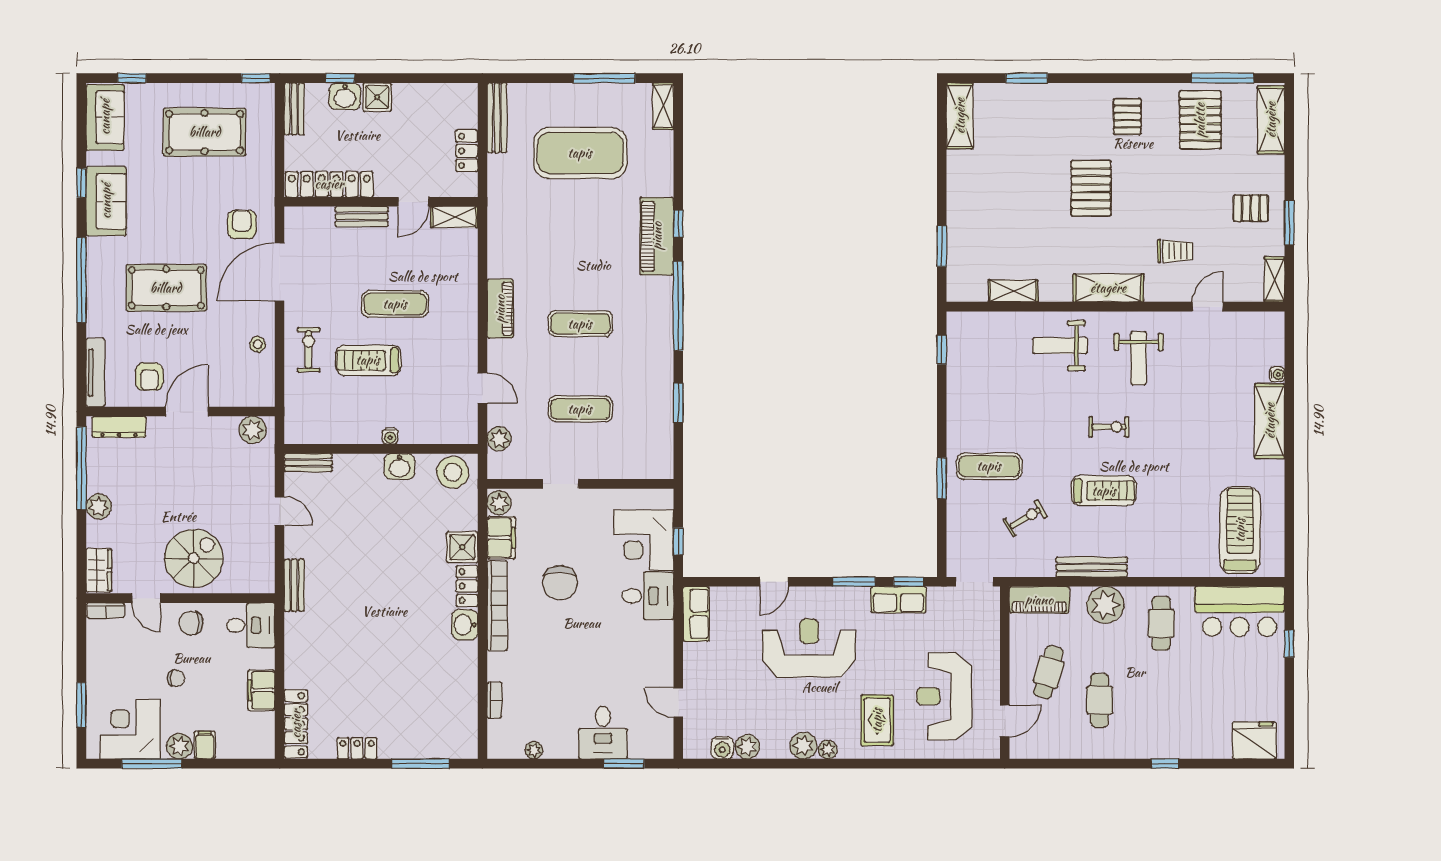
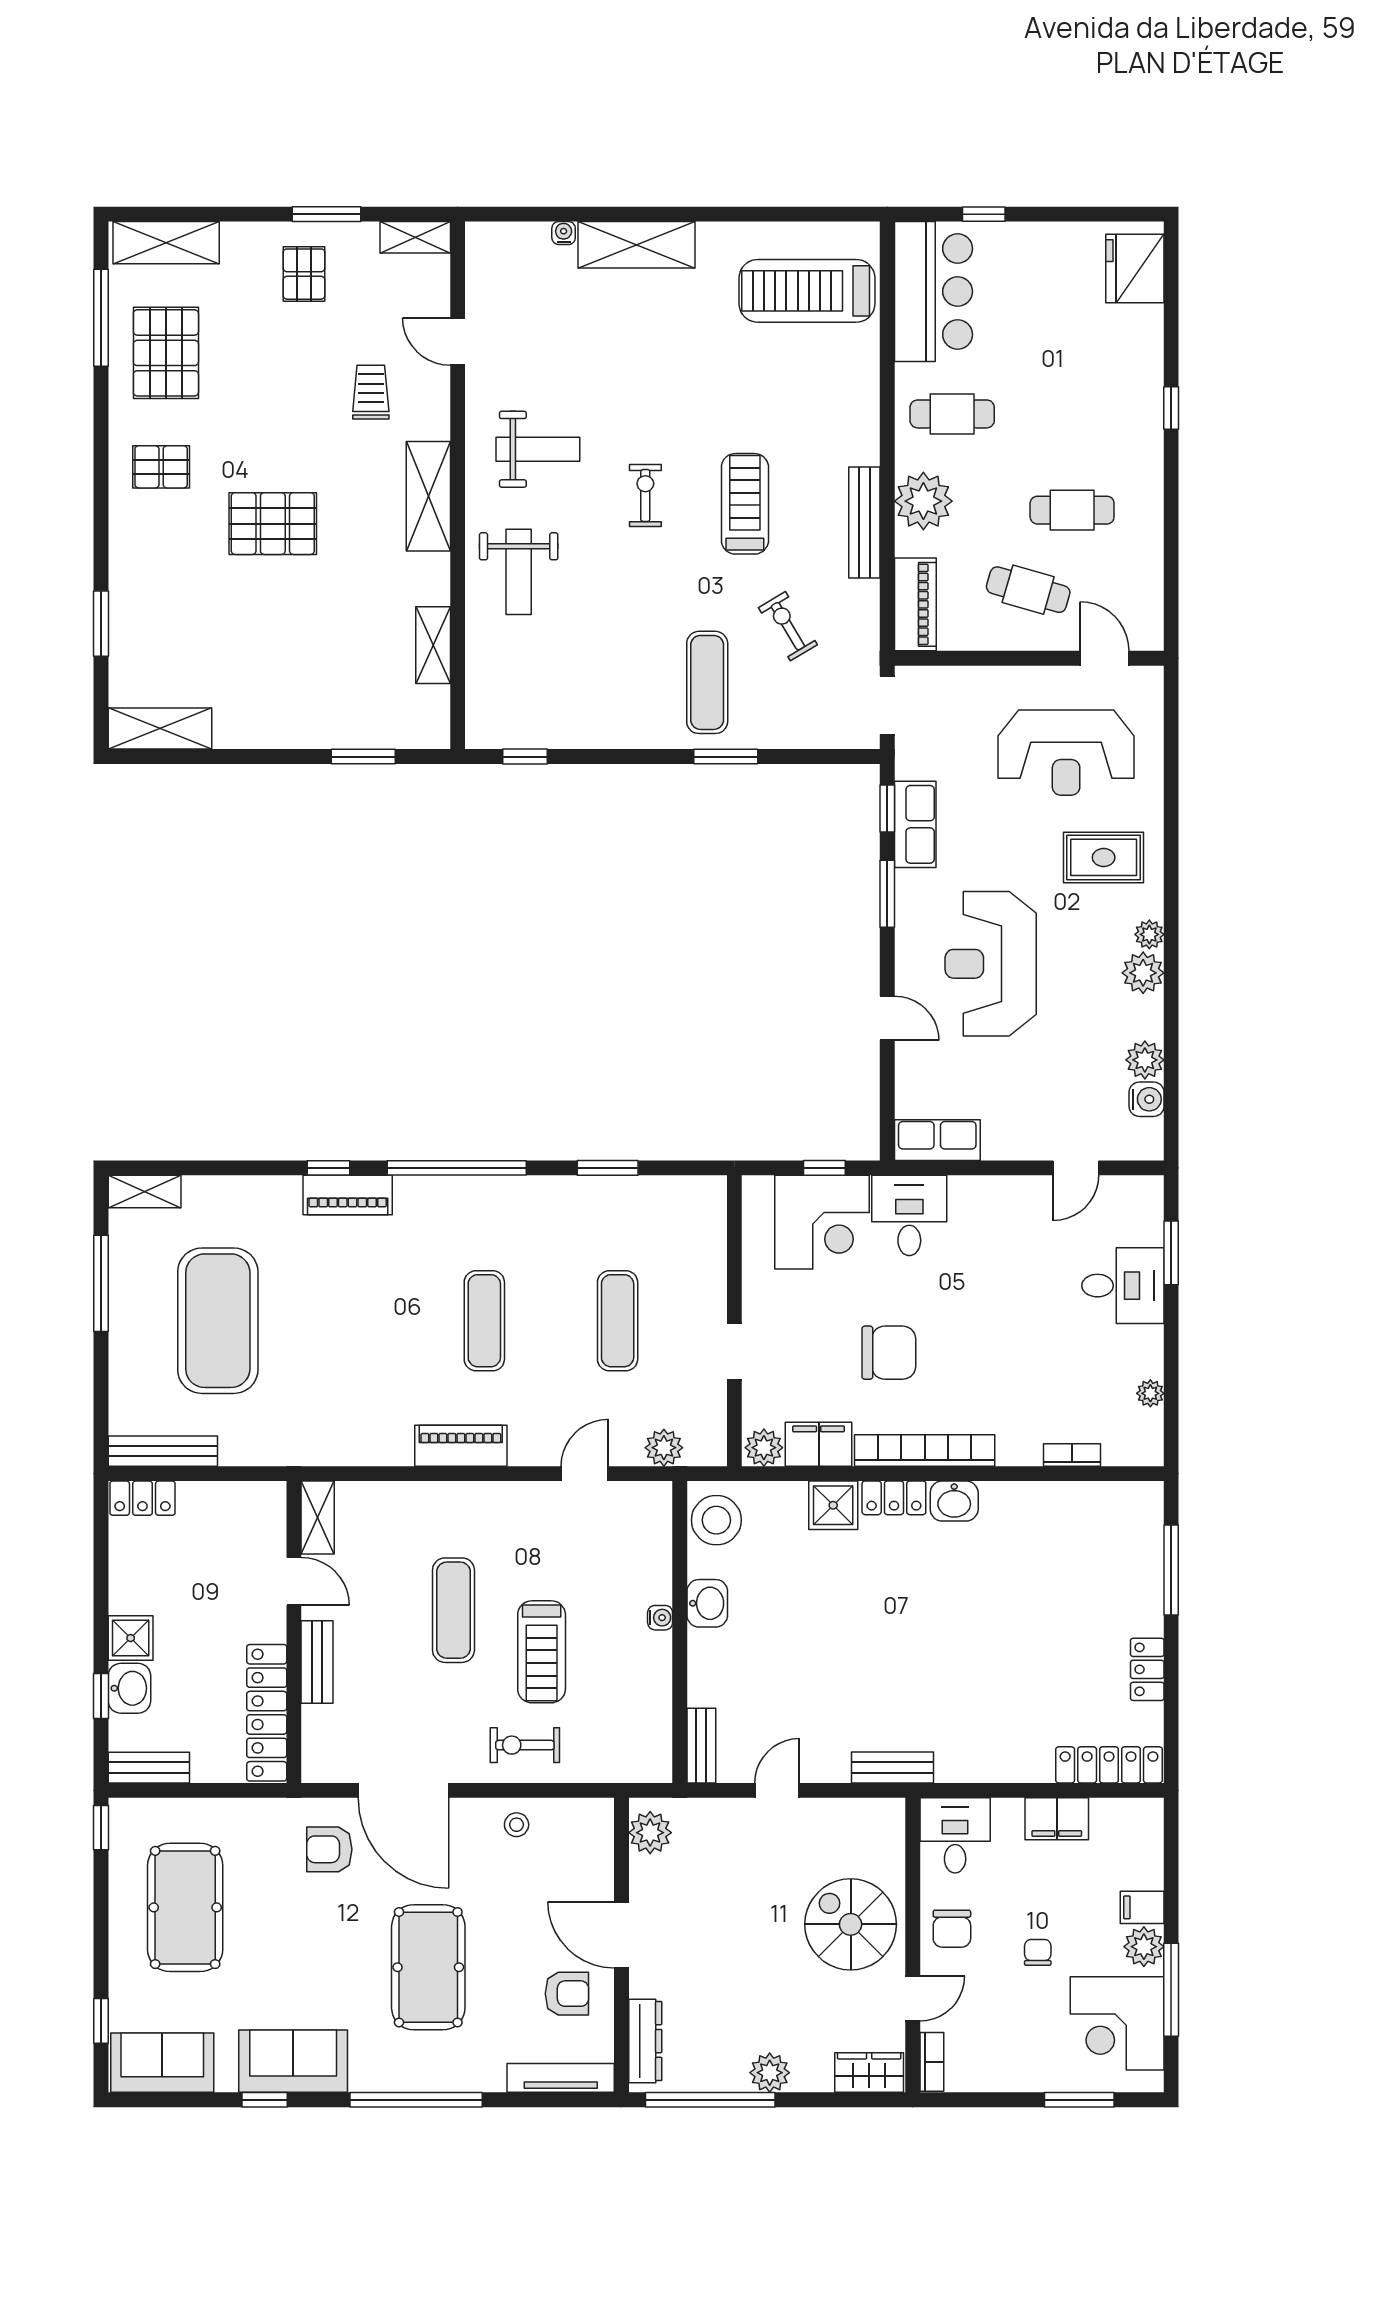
pallet: (1200, 120) -> (166, 353), turned 90
locker: (467, 151) -> (142, 1498), moved
piano: (657, 236) -> (348, 1195), width x0.73, depth x0.75

